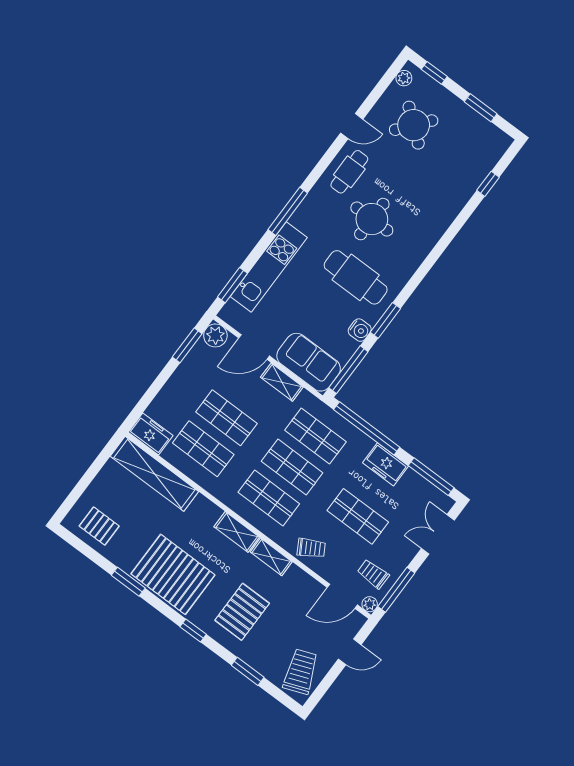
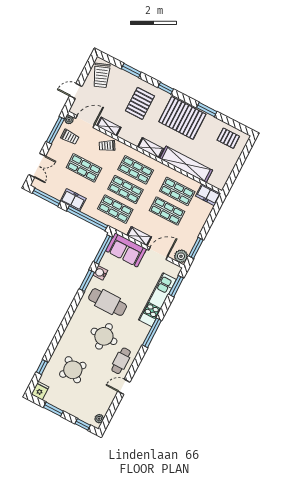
round table: (414, 125) -> (73, 370), moved
fridge: (498, 144) -> (40, 391), added
shelving: (154, 474) -> (186, 164), moved
shelving: (271, 557) -> (109, 127), moved

